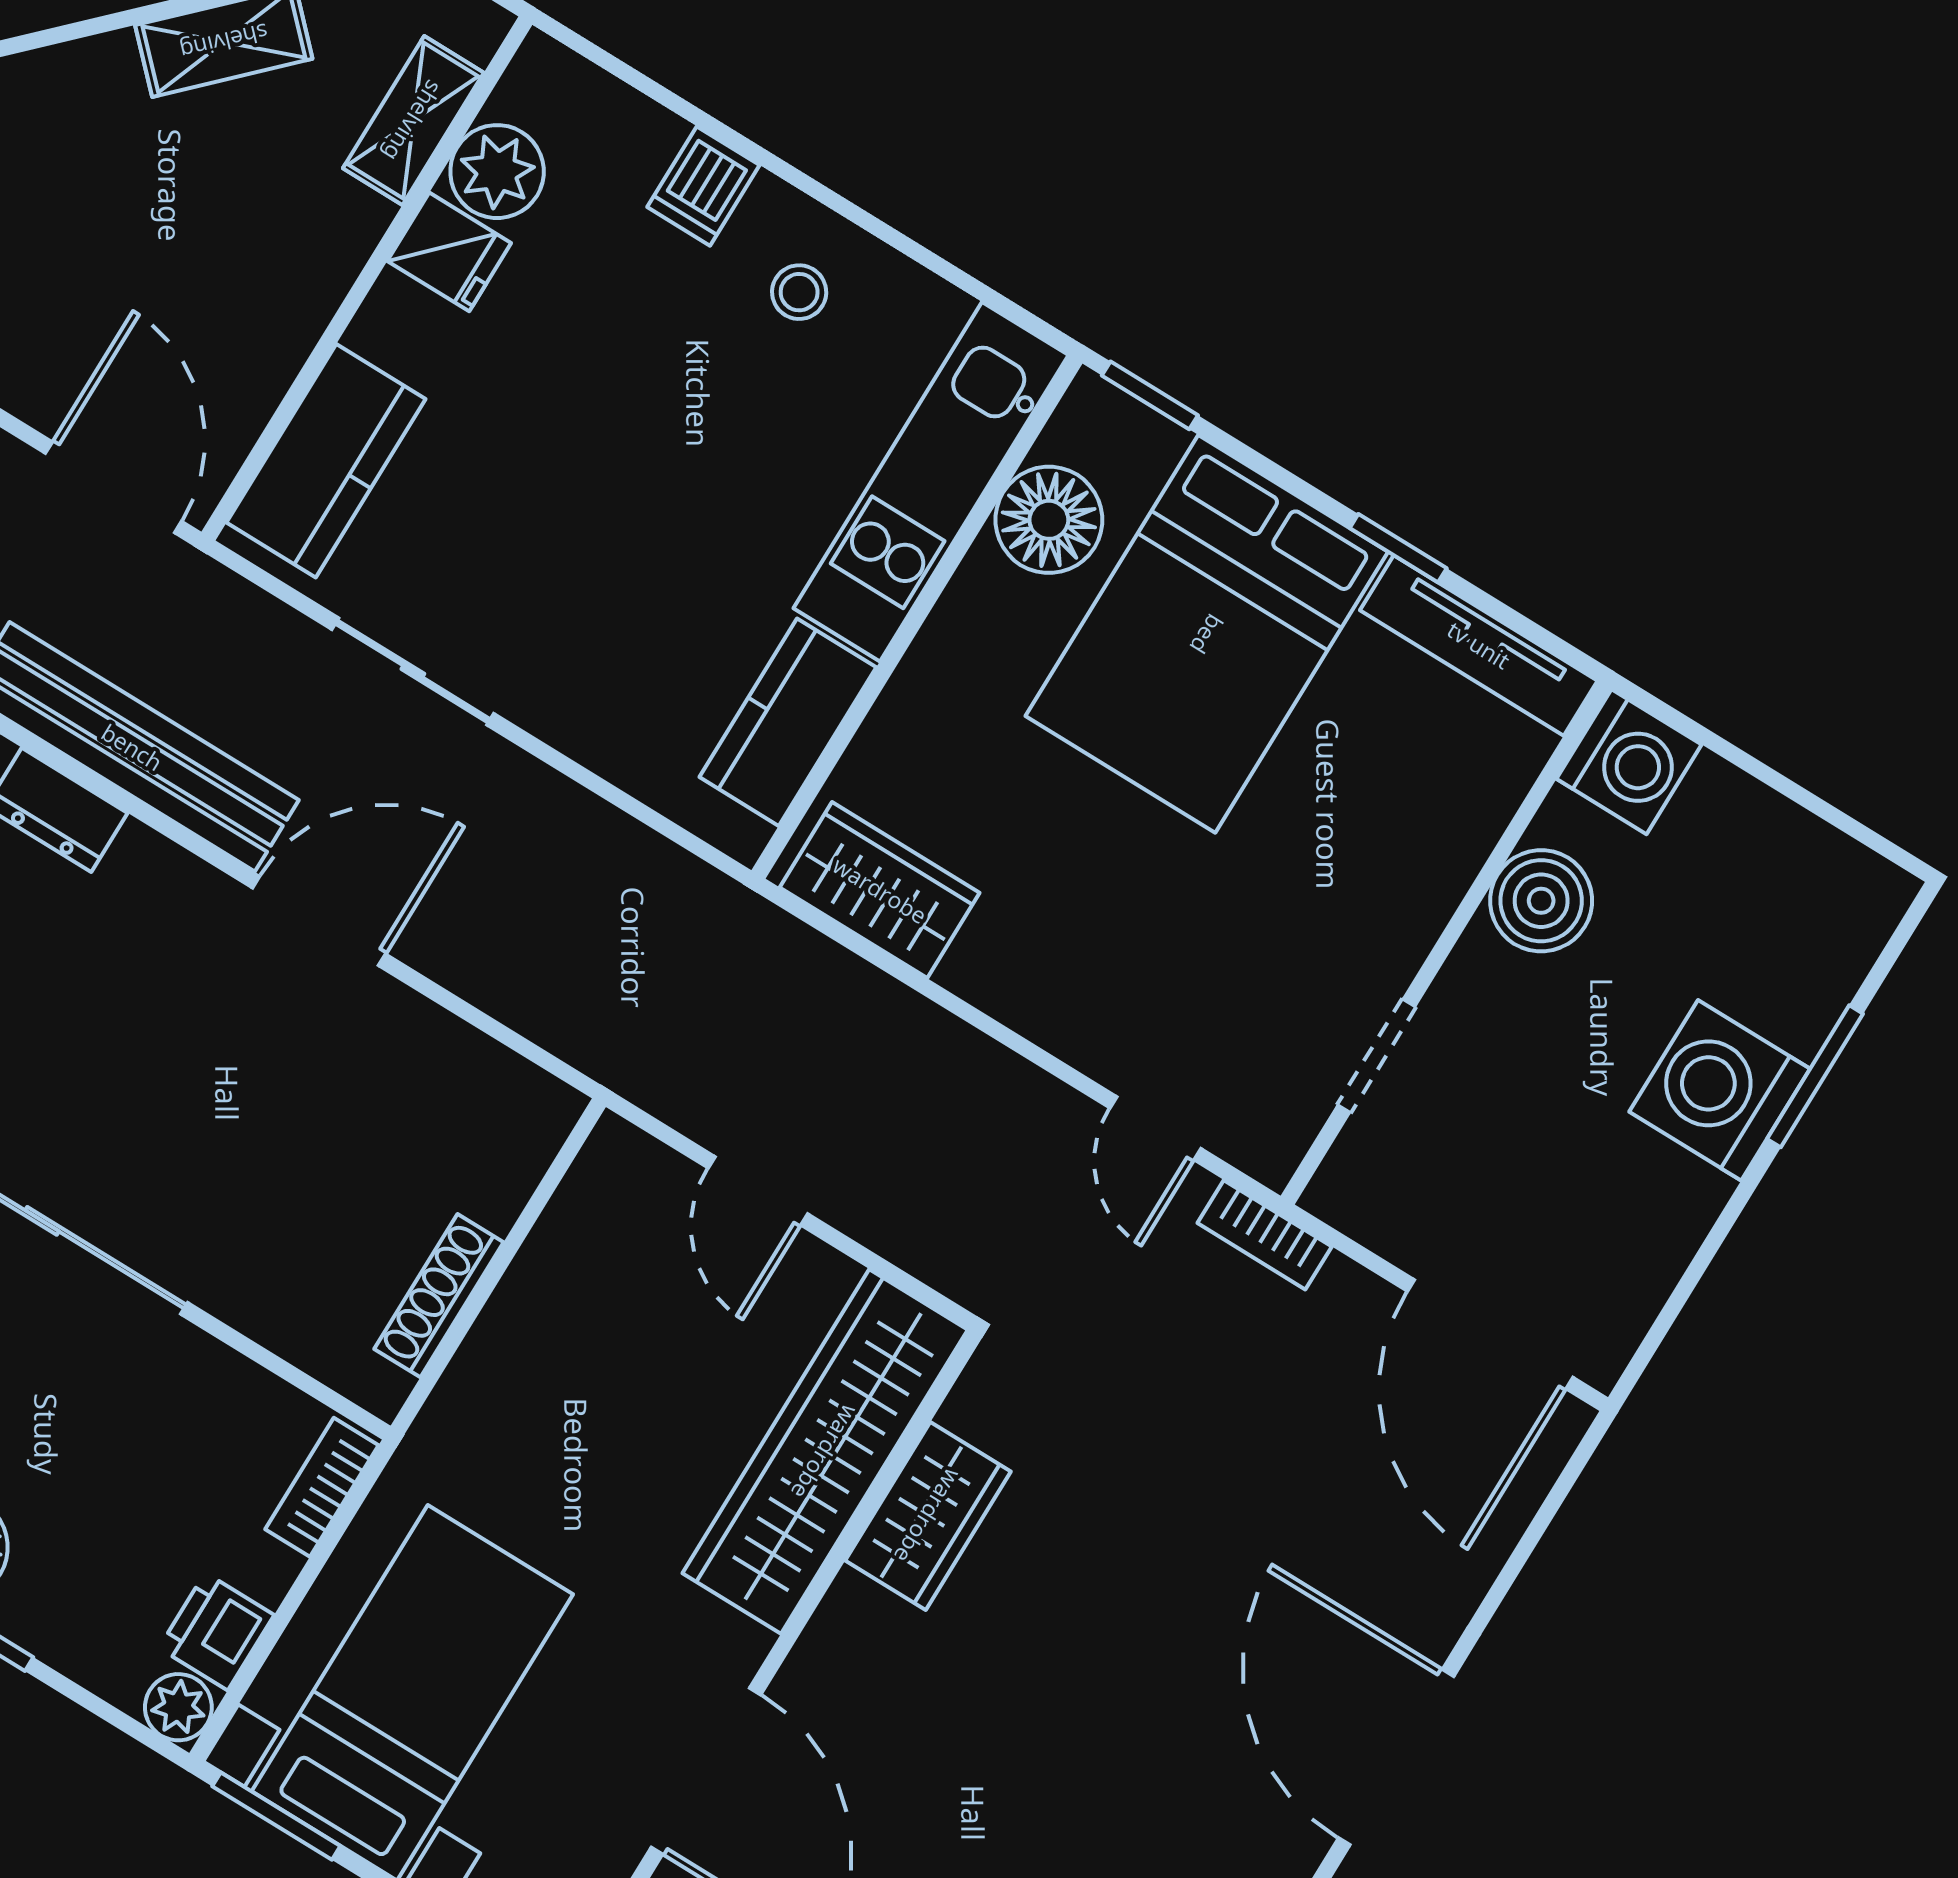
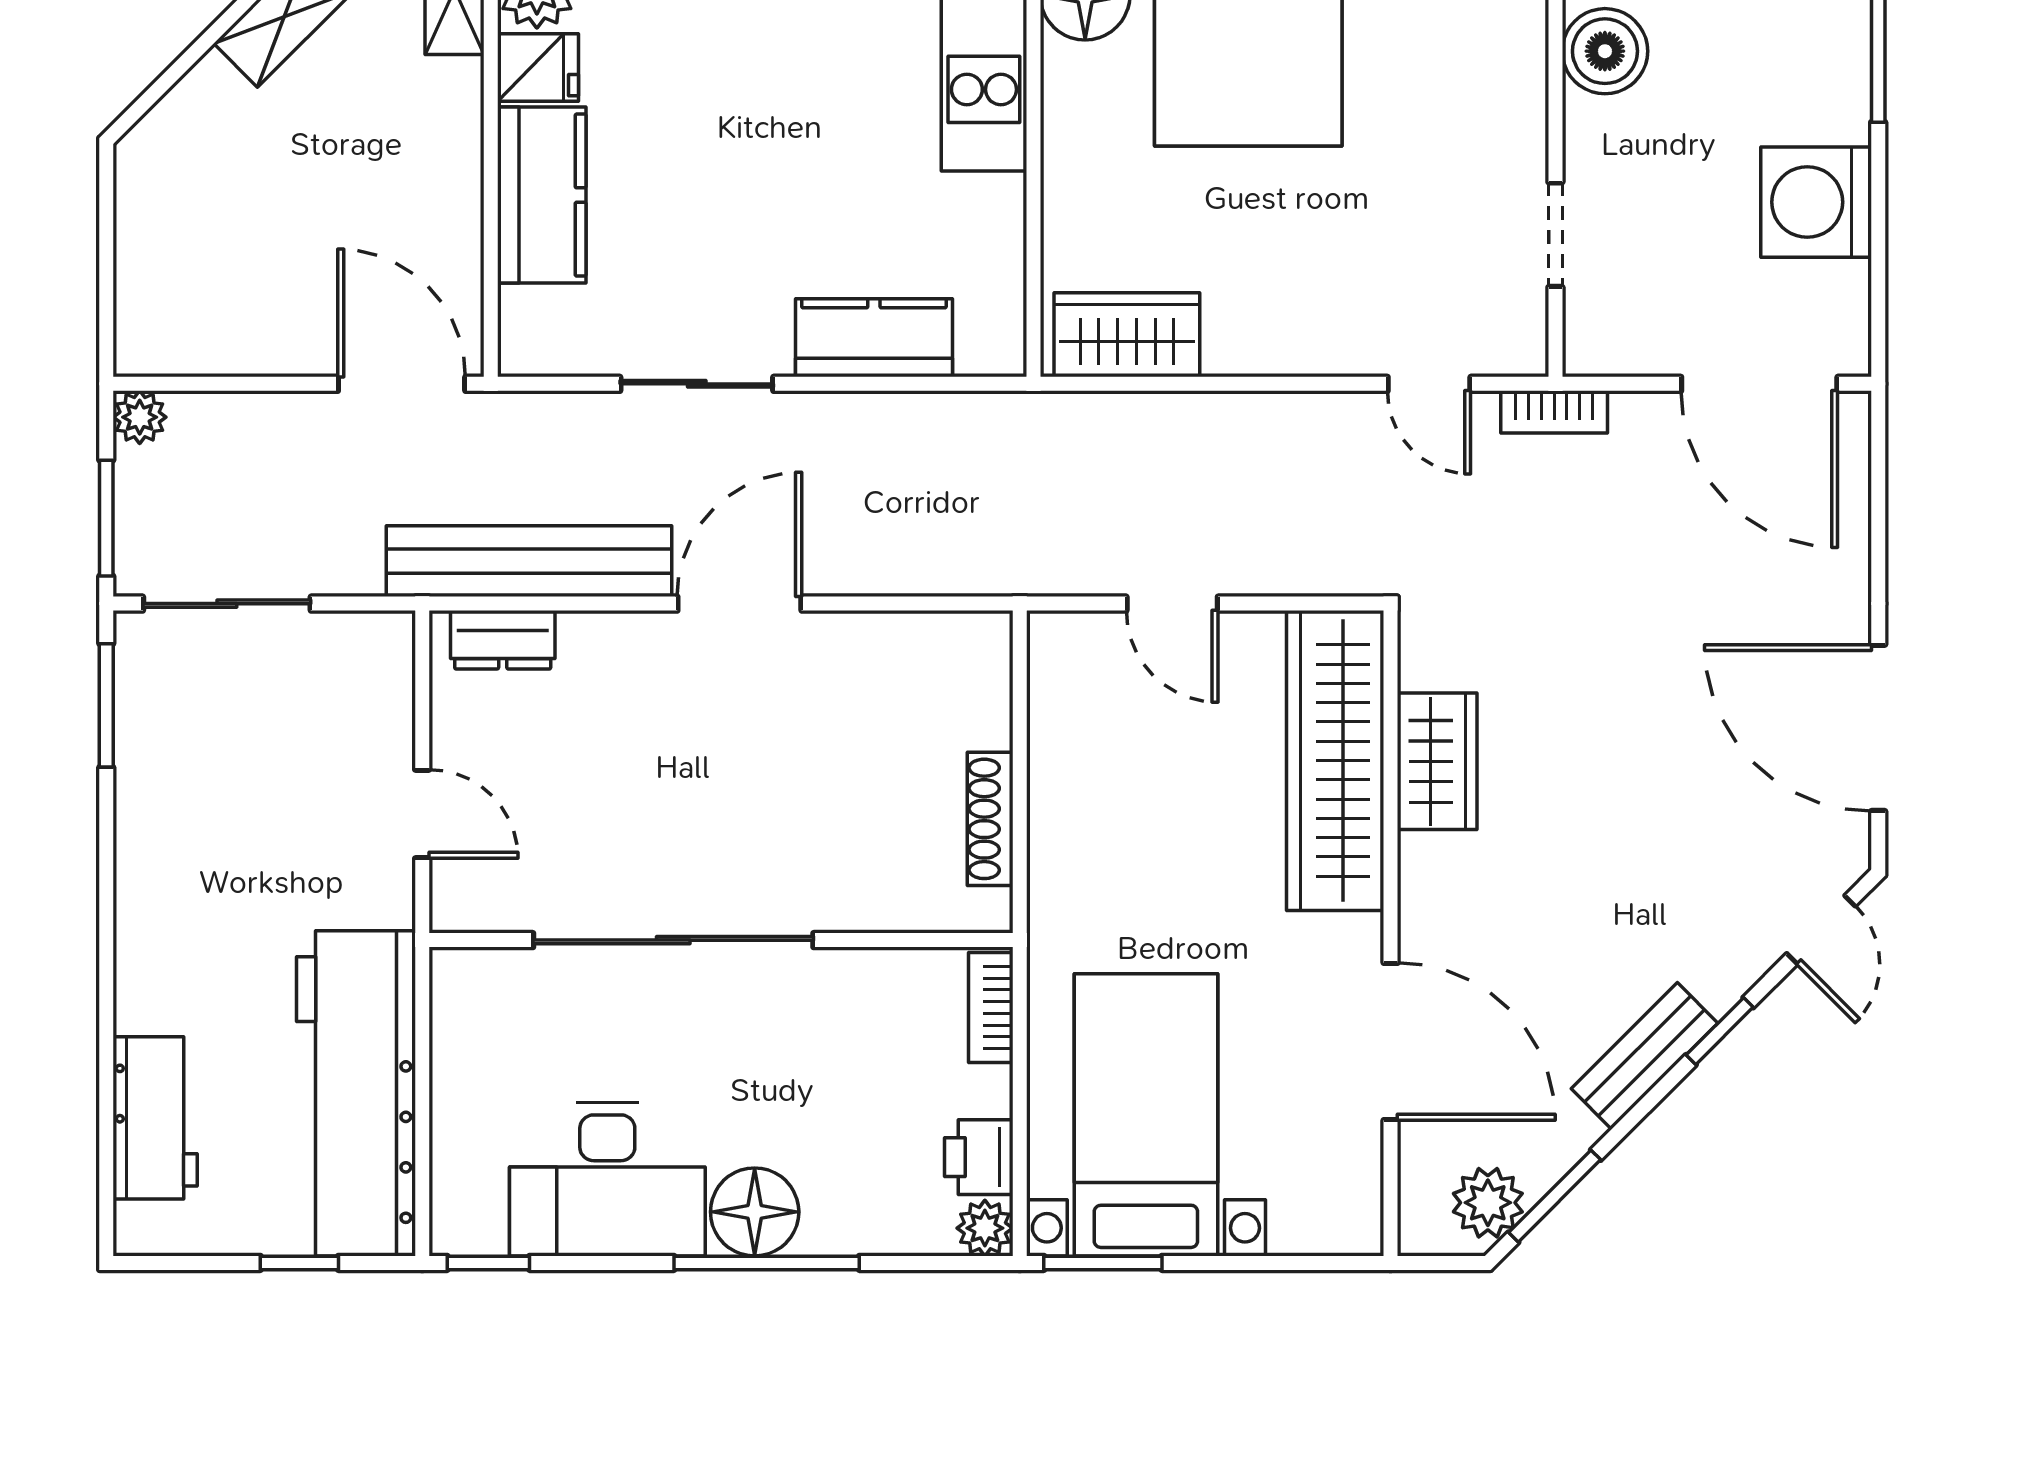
kitchen counter: (326, 461) -> (542, 195), moved
kitchen counter: (788, 722) -> (874, 338), moved, turned 90
washing machine: (1720, 1090) -> (1816, 202), moved

